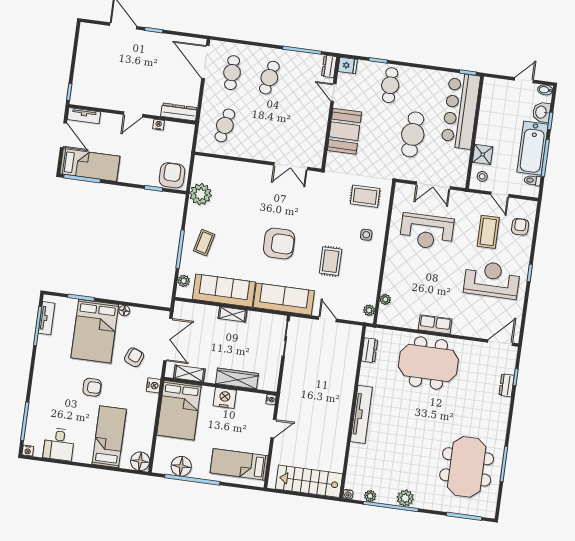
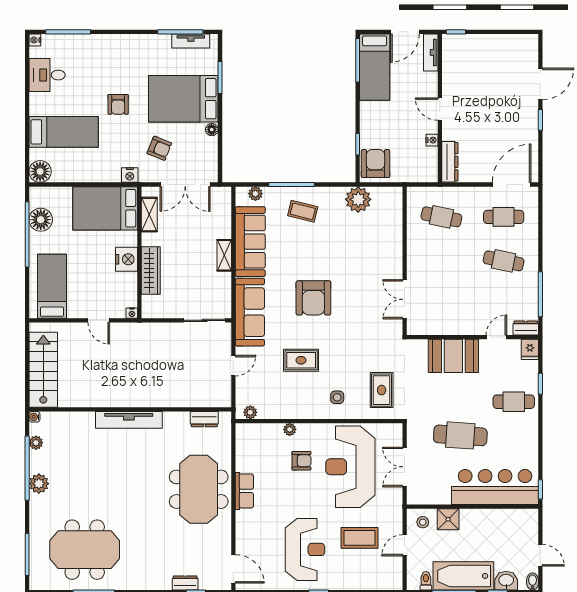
armchair: (172, 175) -> (376, 164), turned -90
armchair: (520, 227) -> (301, 461), moved
reception desk: (427, 232) -> (350, 467), width x1.36, depth x1.30
plant: (385, 299) -> (290, 429), moved

